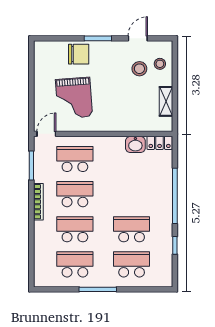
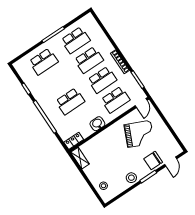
door: (138, 38) -> (171, 162), moved
stool: (139, 69) -> (131, 178), moved
grand piano: (74, 98) -> (139, 134), turned 118
shelving: (166, 101) -> (80, 158), moved
washbasin: (135, 144) -> (97, 124), moved
school desk: (132, 229) -> (70, 101), moved

